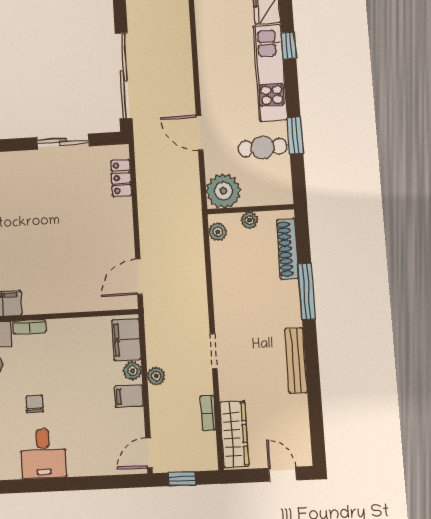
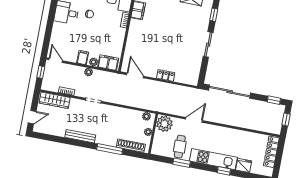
sliding door: (63, 142) -> (208, 45), moved
locker: (121, 178) -> (166, 75), moved

